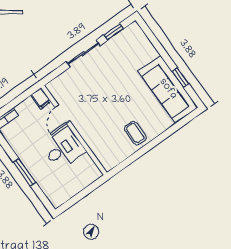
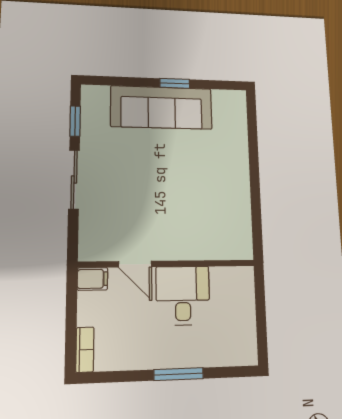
window: (180, 78) -> (175, 83), moved
sofa: (168, 89) -> (162, 107), moved
coffee table: (135, 133) -> (226, 187), removed

